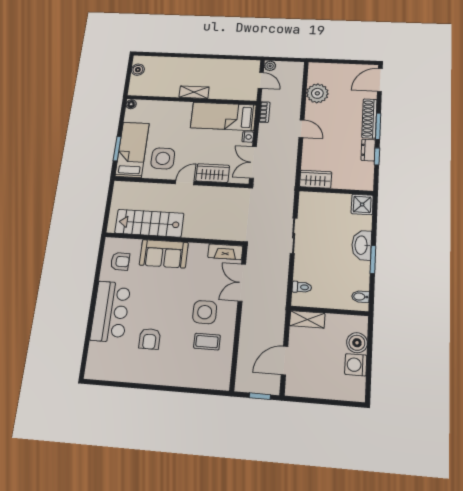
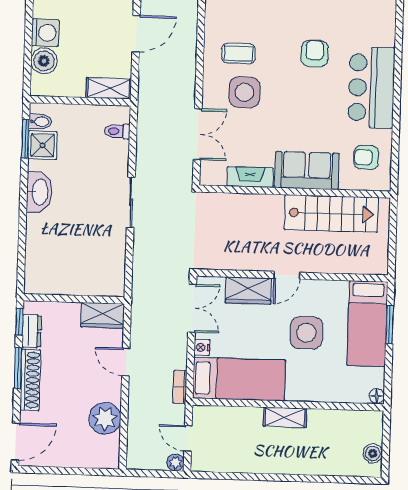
side table: (163, 158) -> (306, 333), moved
wardrobe: (316, 179) -> (103, 315), moved
wall: (336, 191) -> (74, 299), moved
shower: (362, 204) -> (42, 145), moved
fireplace: (225, 252) -> (250, 177), moved
window: (373, 259) -> (25, 139), moved

